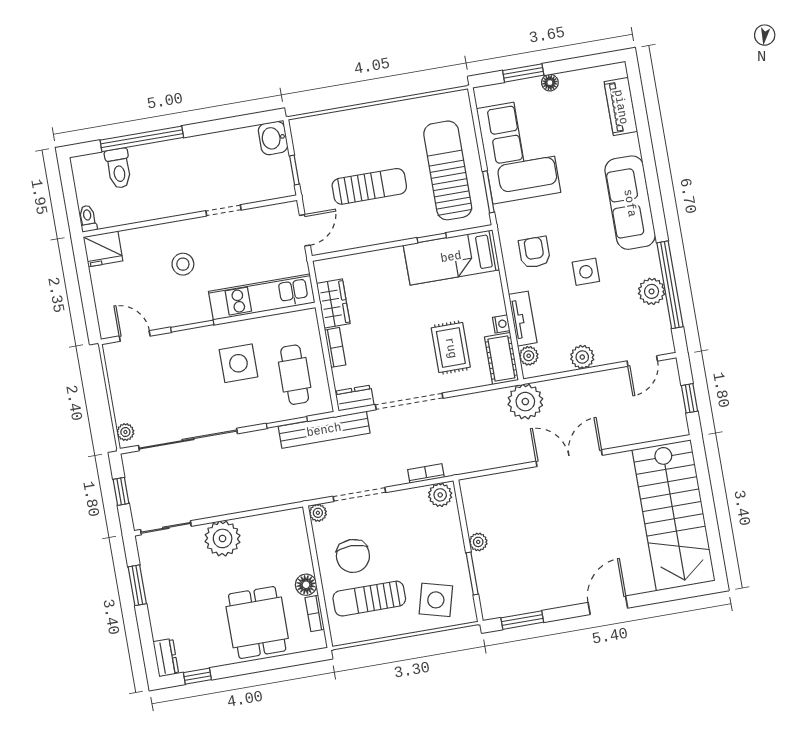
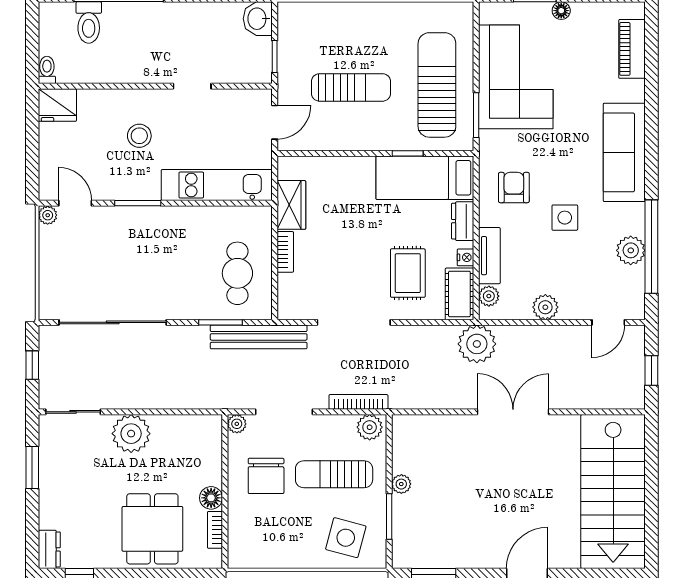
side table: (238, 363) -> (180, 251), removed
dresser: (355, 398) -> (463, 221), moved, turned -90
plant: (125, 432) -> (48, 215), moved
bookcase: (426, 473) -> (358, 402), width x1.56
sun lounger: (369, 599) -> (334, 474), moved

